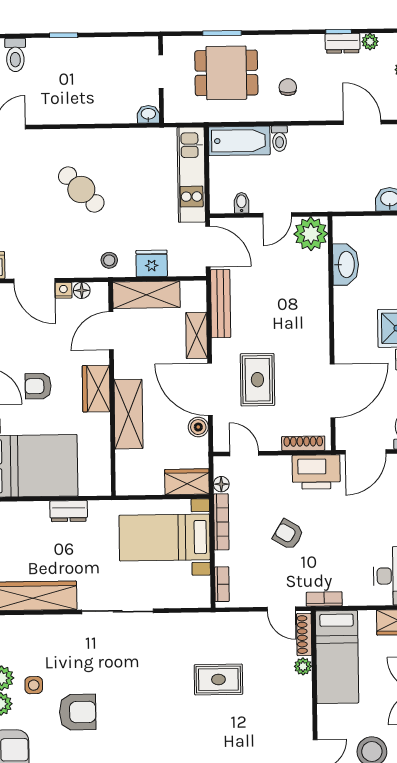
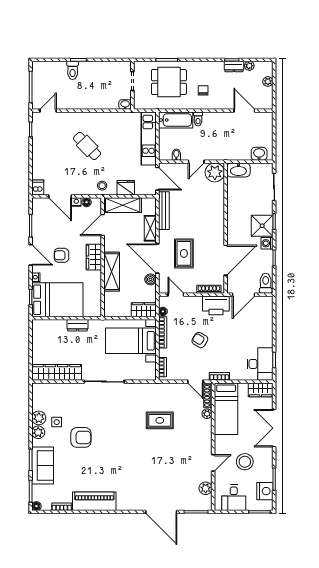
toilet: (15, 55) -> (73, 70), moved
washbasin: (346, 265) -> (238, 170), moved, turned 90

